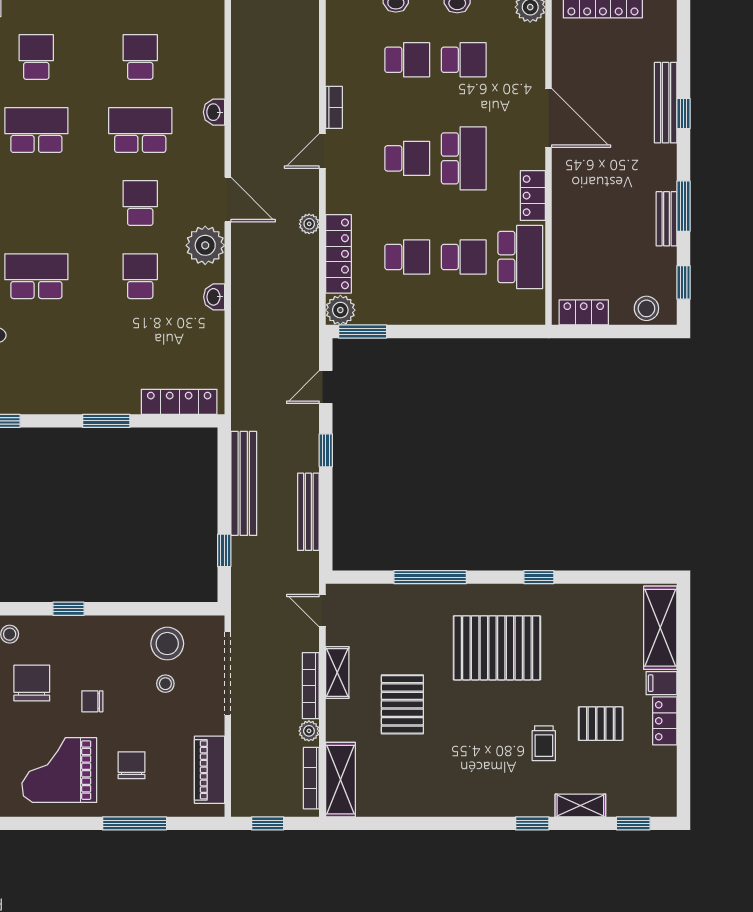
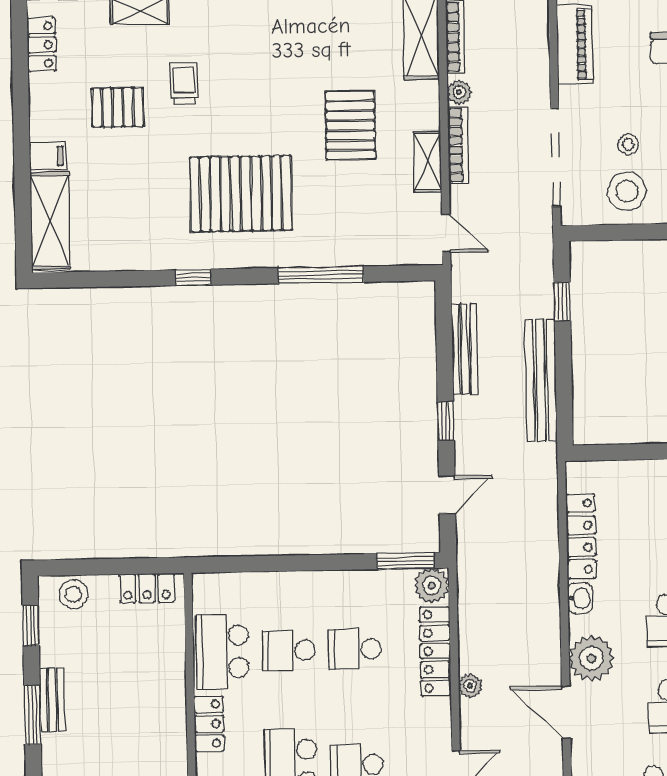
locker: (179, 402) -> (581, 536), moved, turned -90
locker: (665, 721) -> (42, 45), moved

